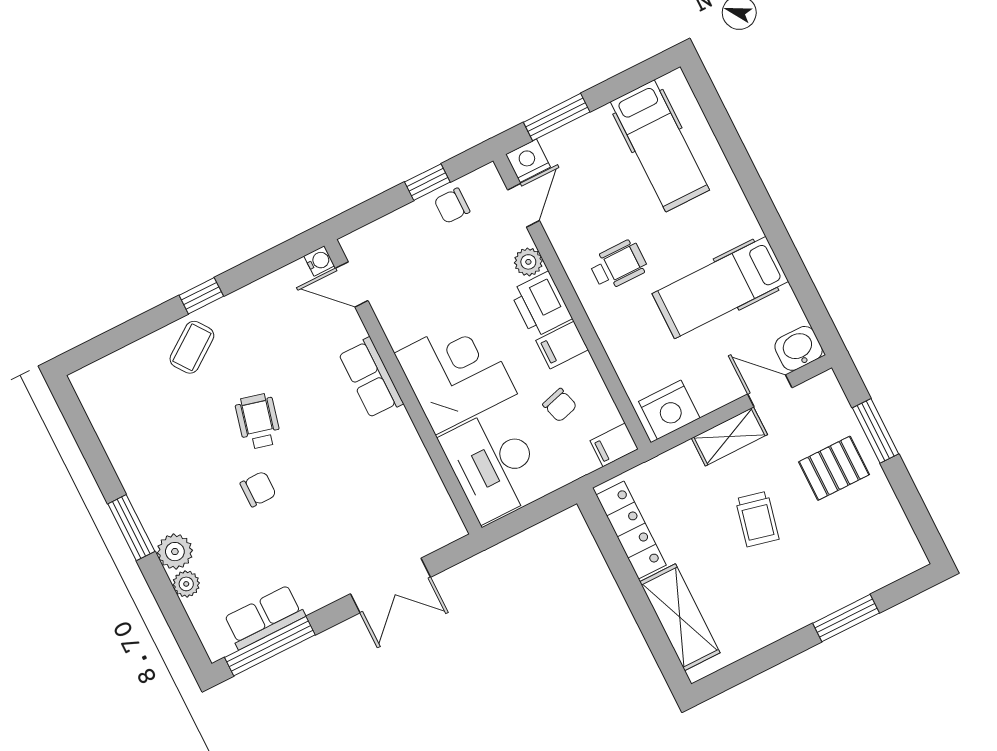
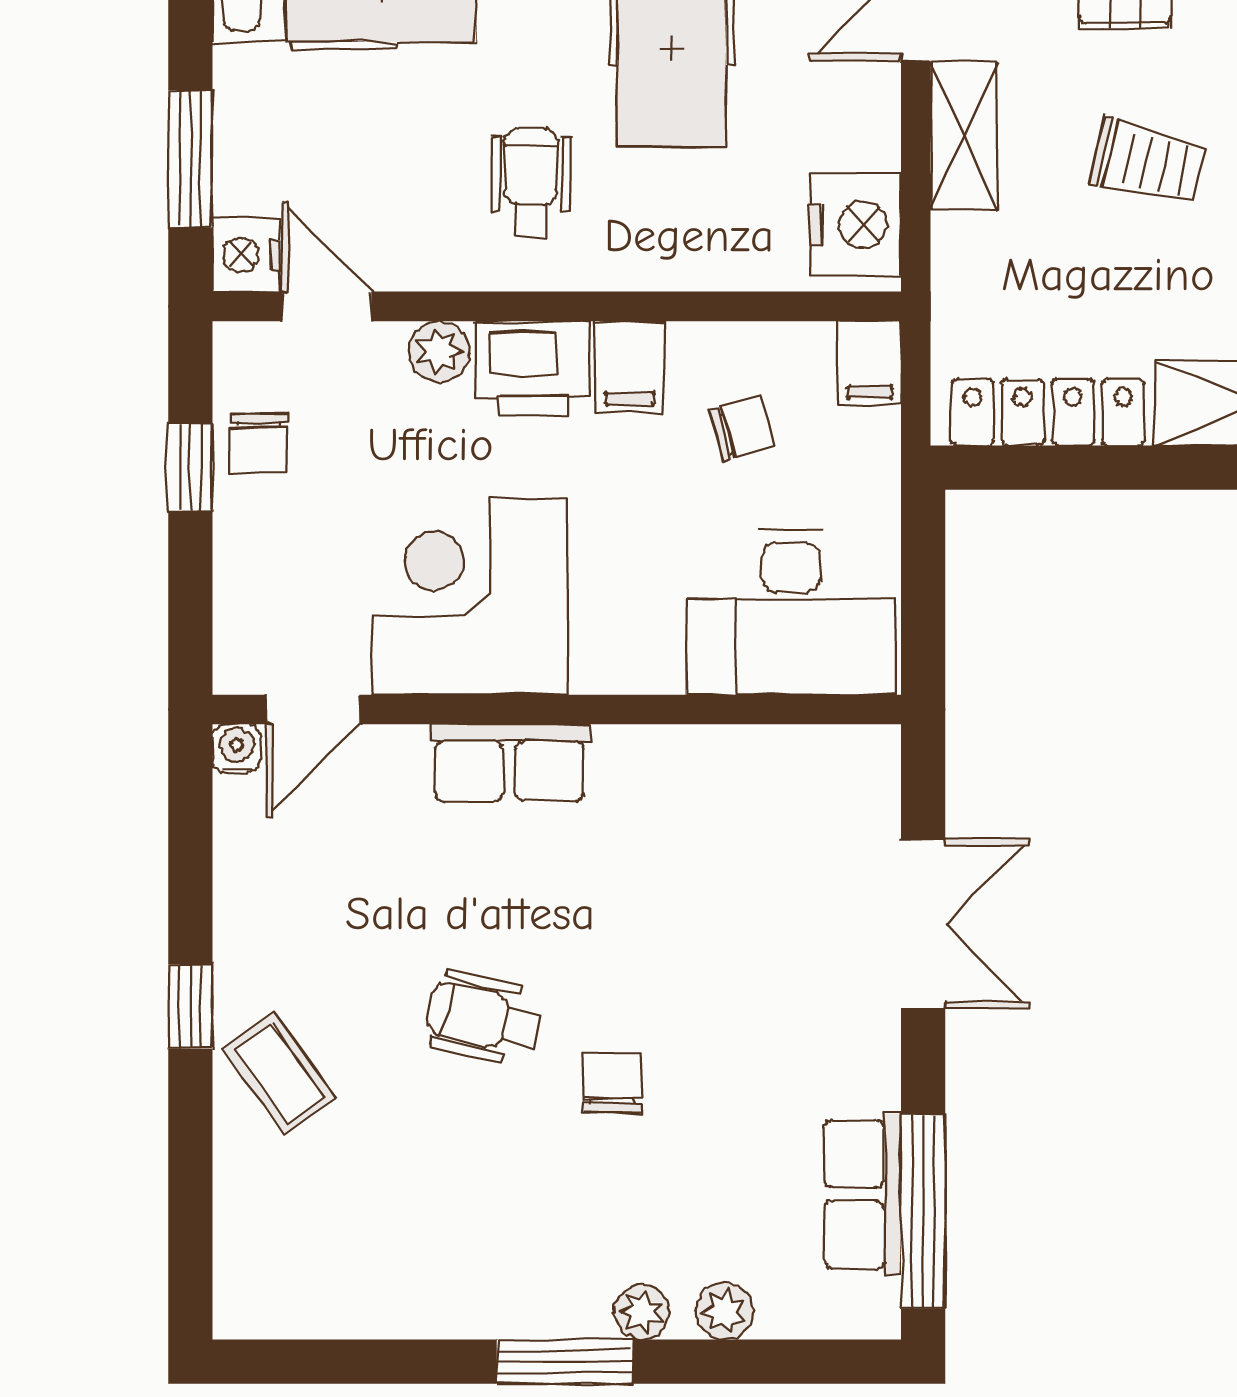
corner desk: (456, 373) -> (470, 596), moved
plant: (175, 552) -> (642, 1312), width x0.73, depth x0.73

